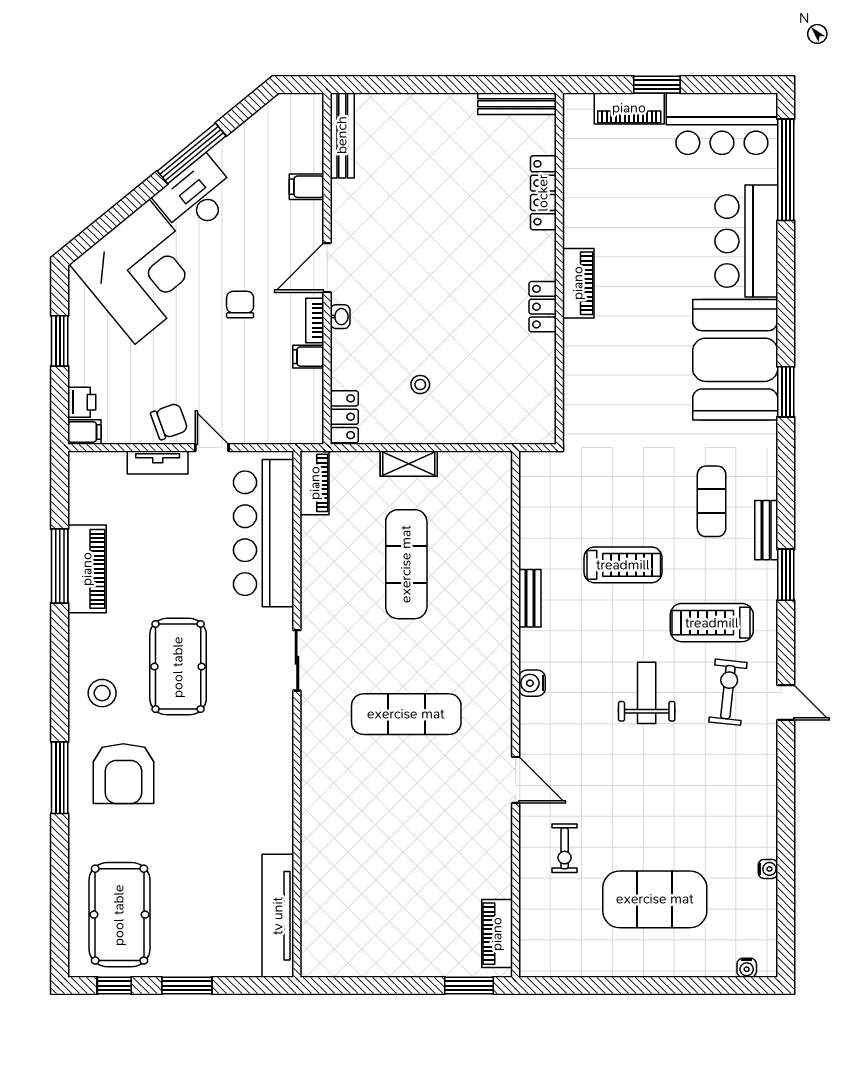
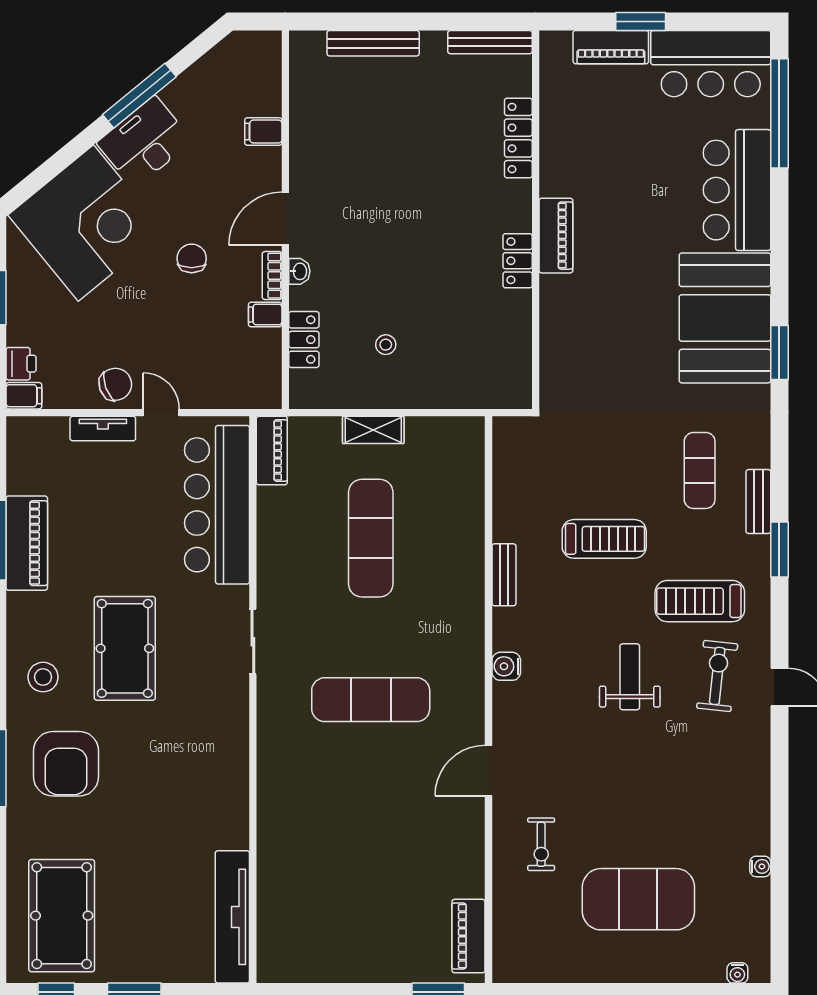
bench: (342, 135) -> (373, 43), moved, turned 90
locker: (344, 417) -> (304, 340), moved
door: (516, 780) -> (488, 770), swing flipped

